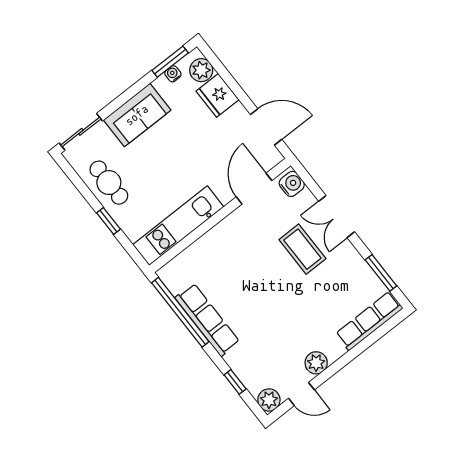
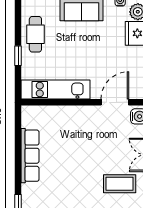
coffee table: (302, 249) -> (120, 184), moved, turned 90
window: (180, 312) -> (18, 139), removed

